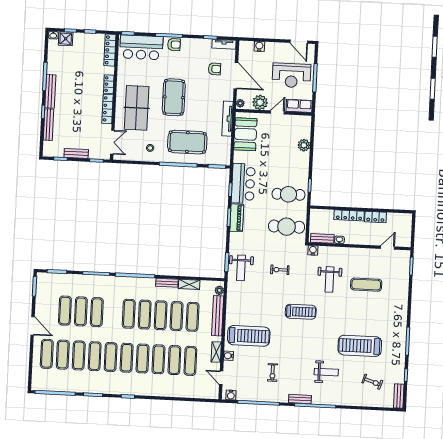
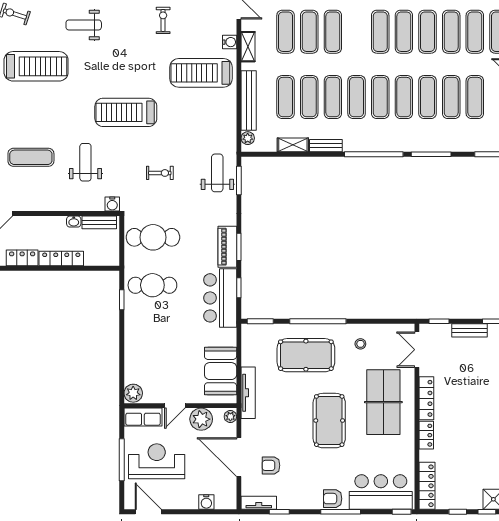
plant: (304, 145) -> (133, 393), moved
treadmill: (301, 312) -> (126, 112), width x1.37, depth x1.38
exercise mat: (143, 359) -> (404, 97), moved

